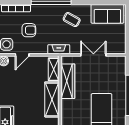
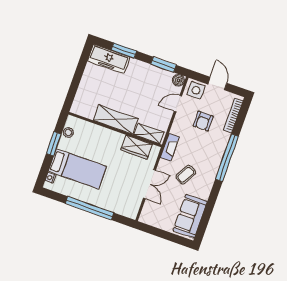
coffee table: (72, 20) -> (186, 175), moved
door: (22, 55) -> (178, 104), hinge flipped
wardrobe: (68, 81) -> (137, 147), width x0.67

